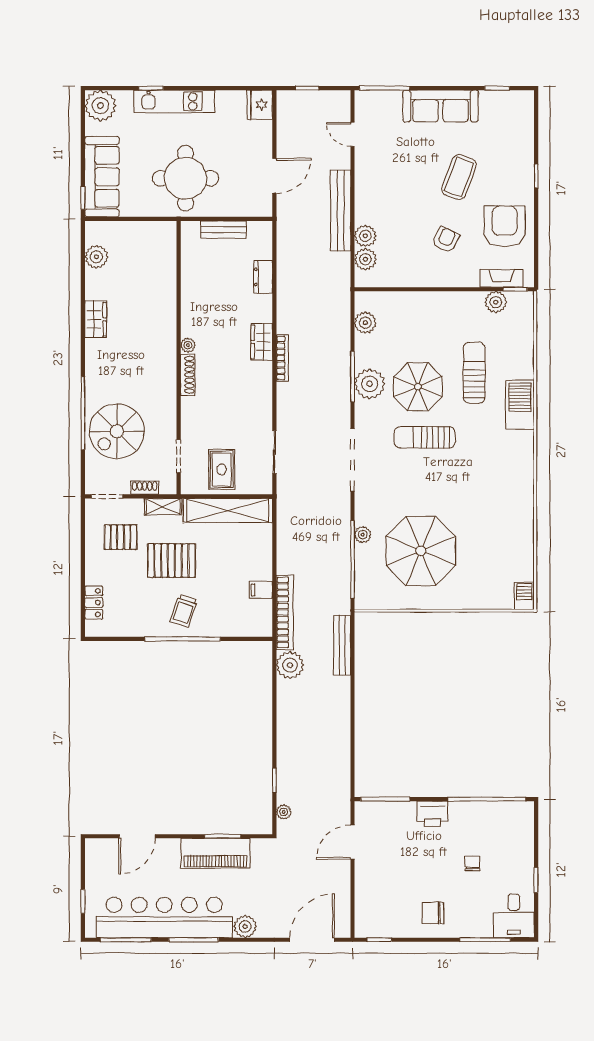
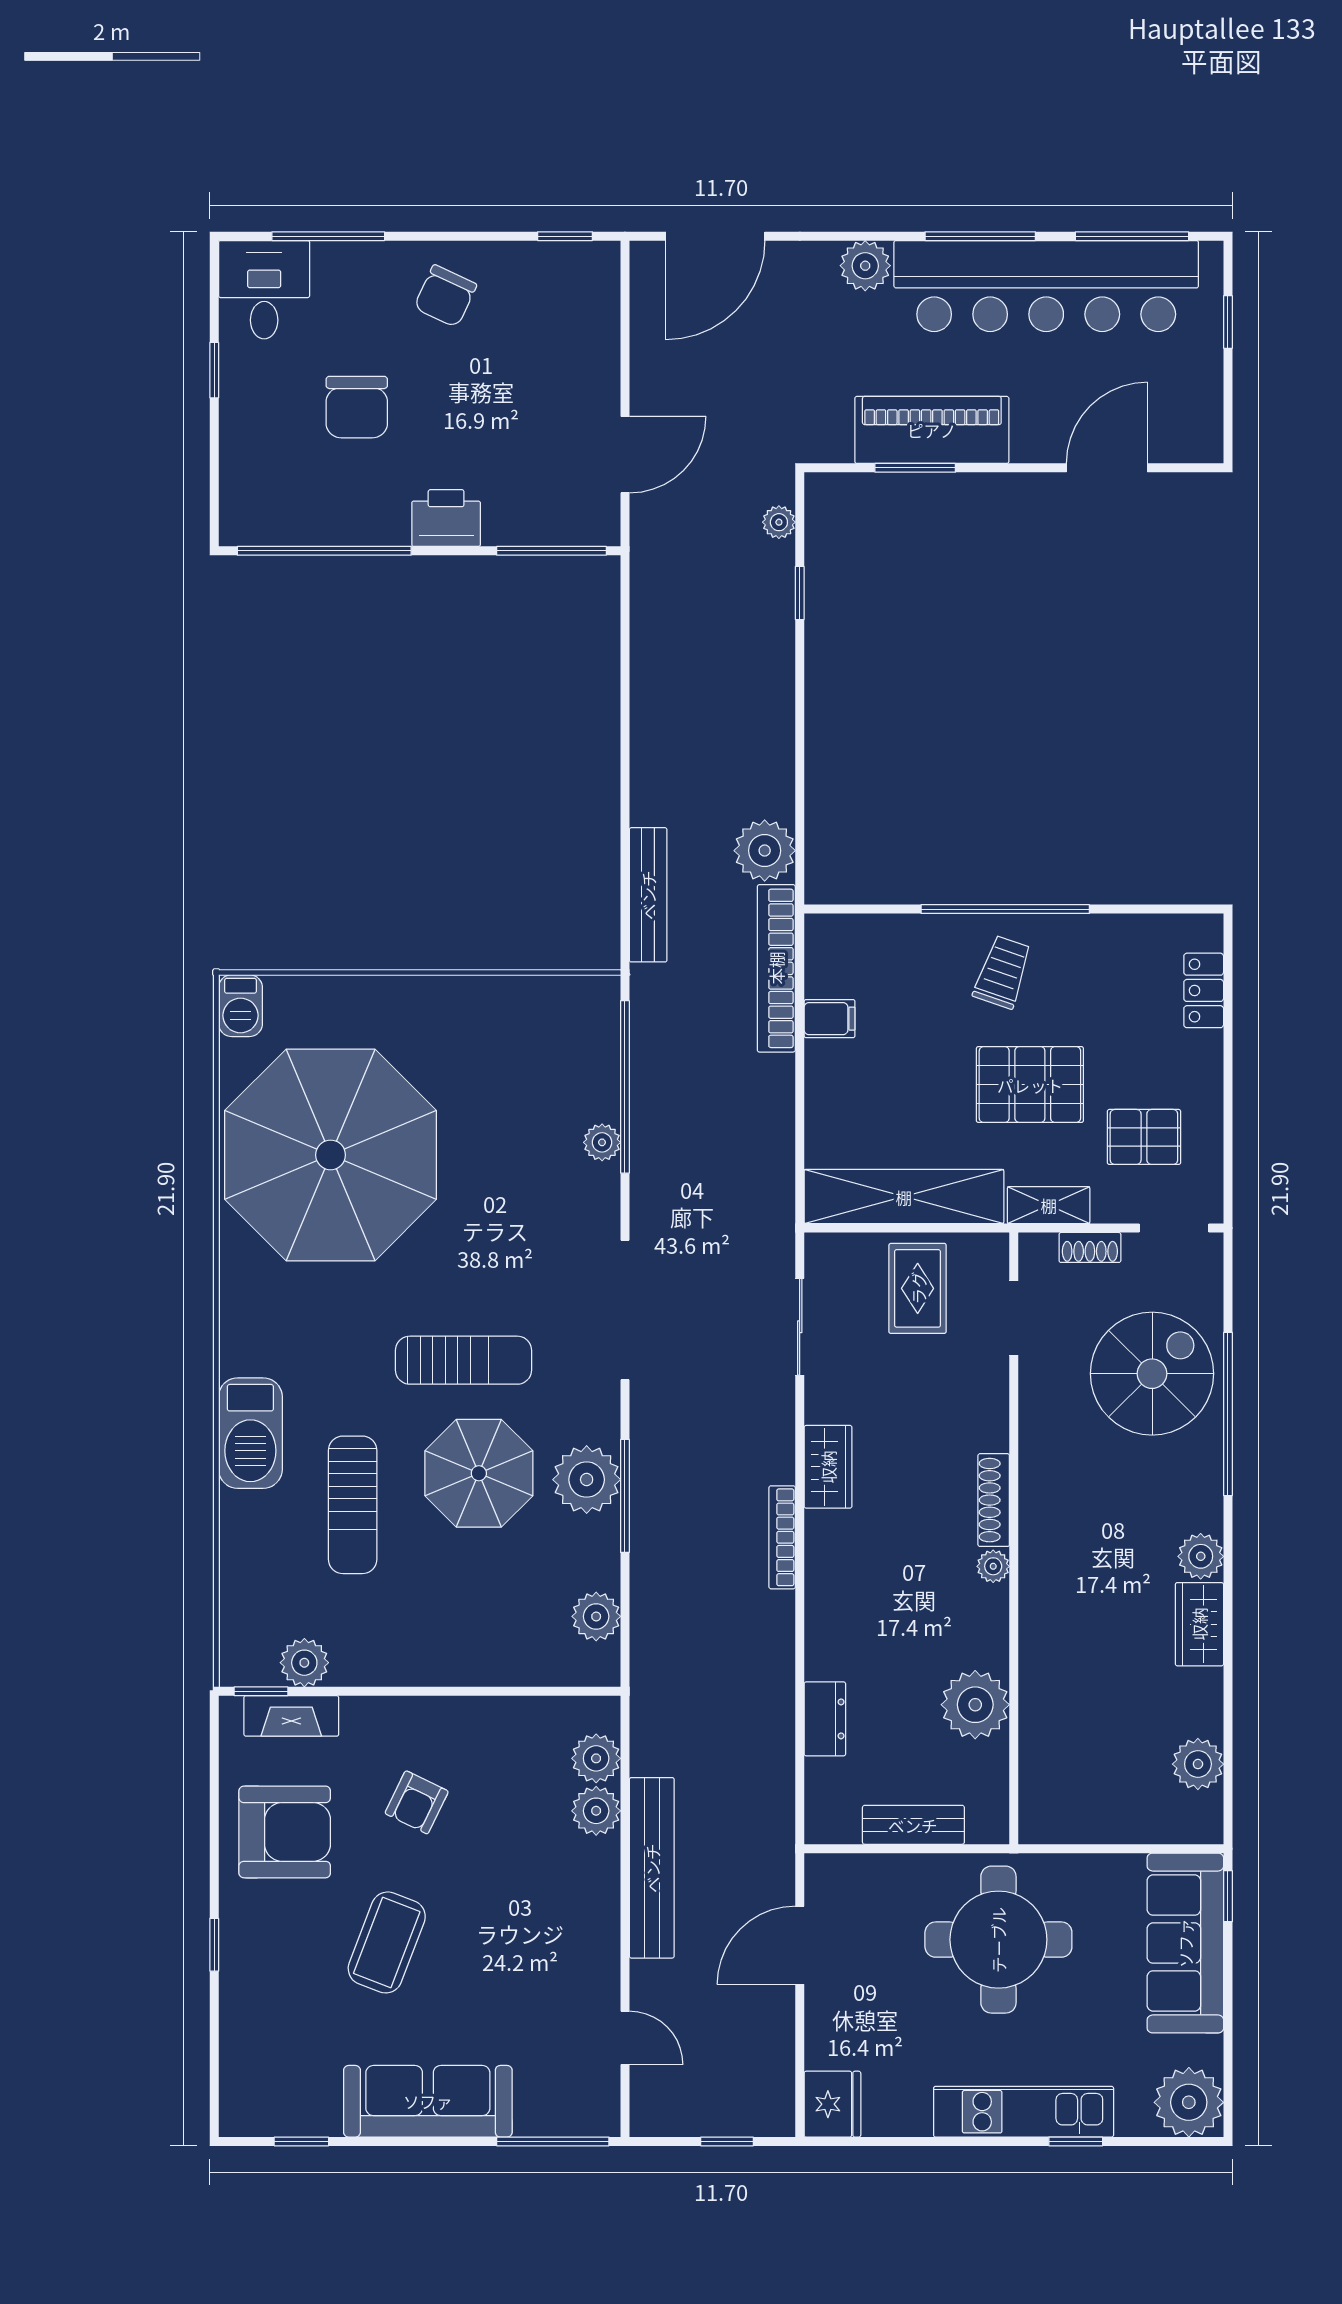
armchair: (505, 226) -> (285, 1832), turned -90
plant: (196, 283) -> (975, 1705), added
wardrobe: (262, 342) -> (828, 1467), moved
plant: (95, 350) -> (1201, 1556), added
parasol: (421, 551) -> (331, 1155), moved, width x1.36, depth x1.36
chair: (472, 863) -> (357, 407), width x1.87, depth x1.87
chair: (433, 913) -> (445, 296), turned 115

